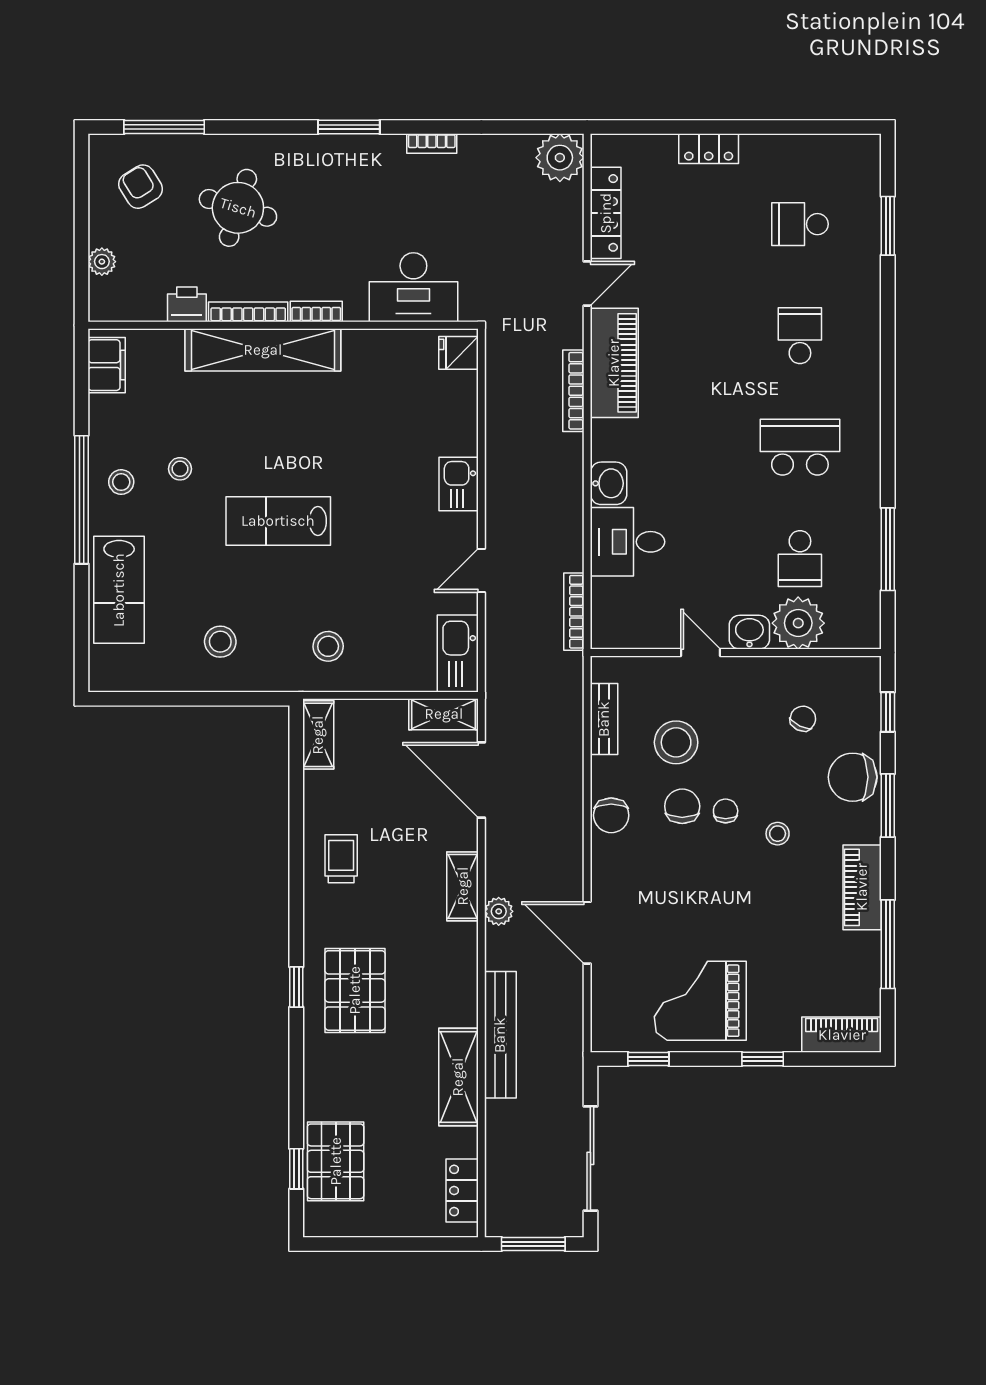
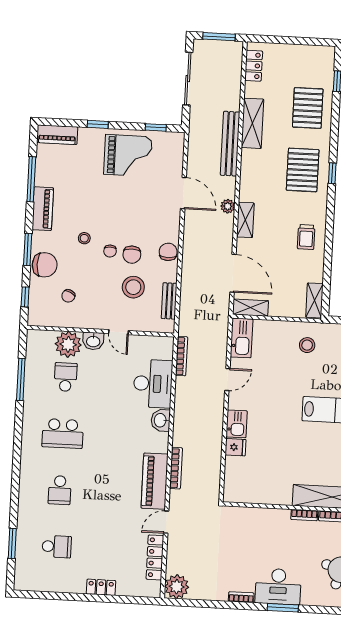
desk: (413, 287) -> (278, 587), moved, turned 180
fridge: (458, 353) -> (235, 447), moved
desk: (628, 542) -> (153, 384), width x1.37
pallet: (336, 1161) -> (308, 108), moved

